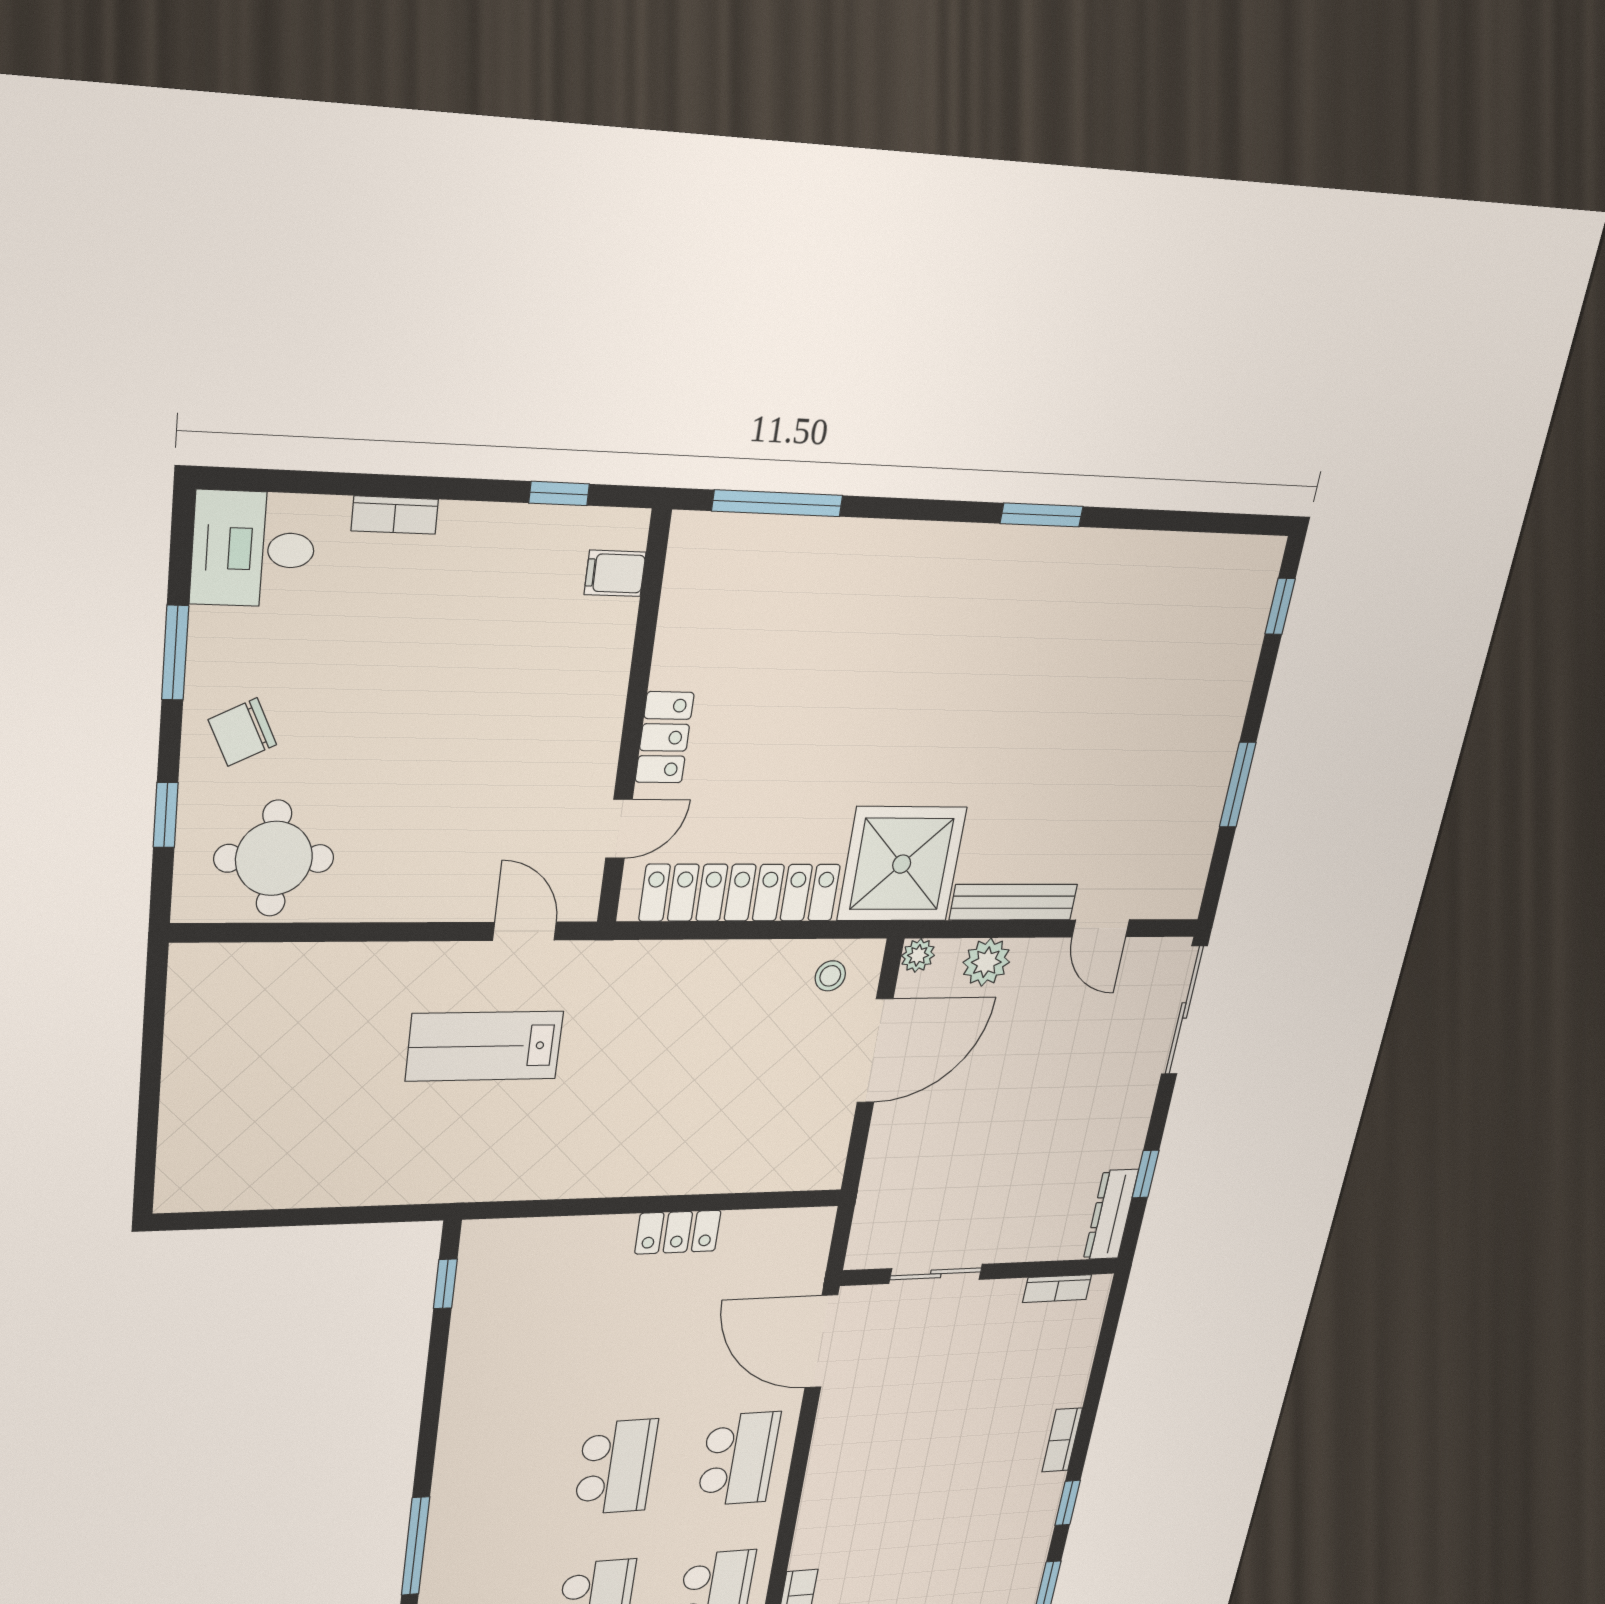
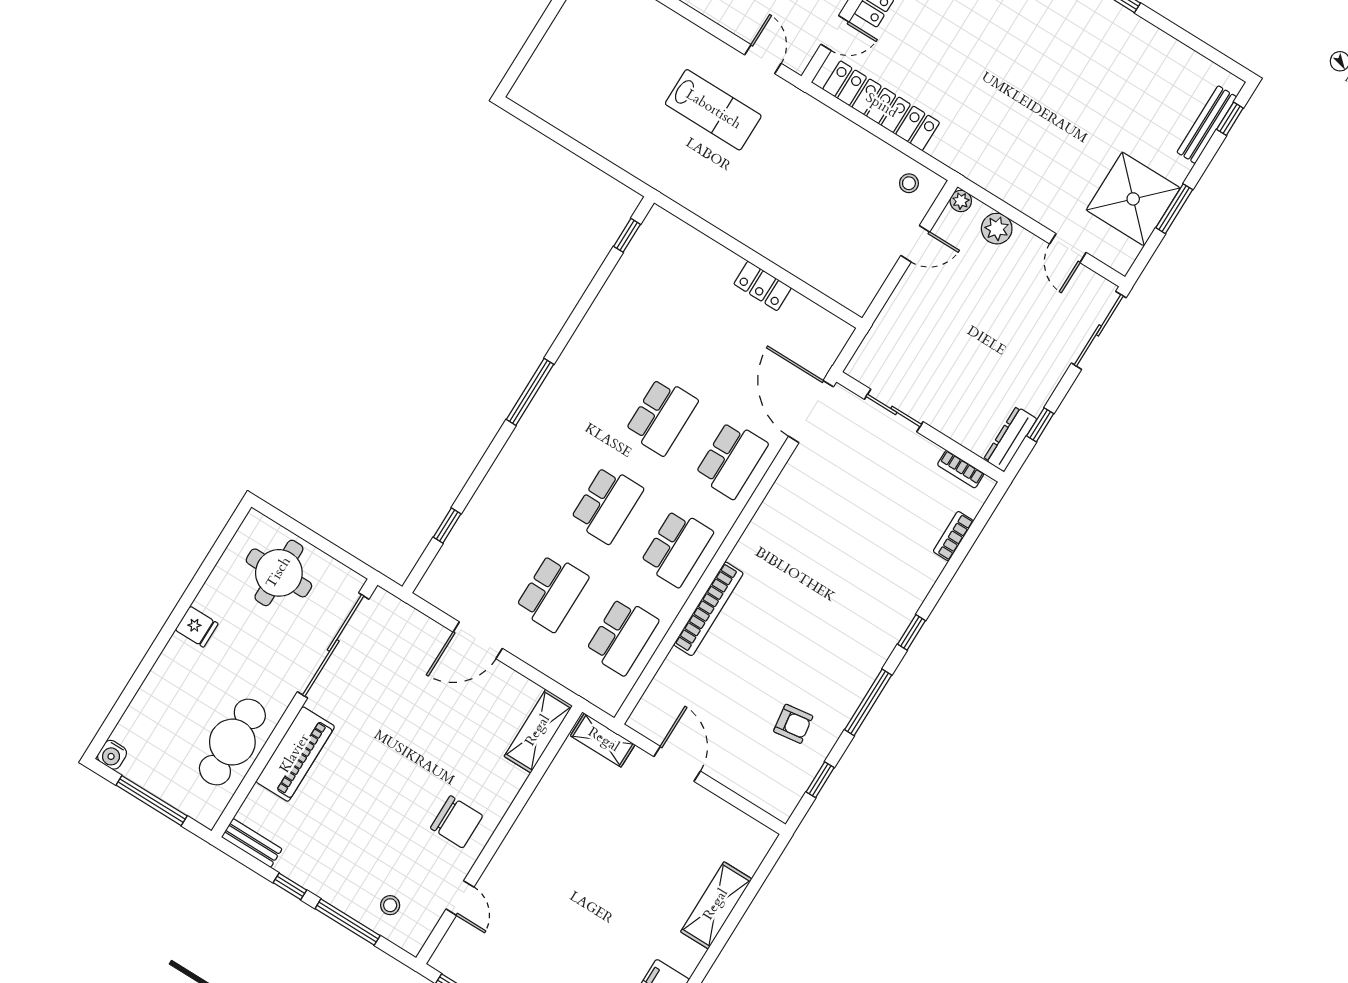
shower: (902, 864) -> (1133, 199), moved
bench: (1013, 902) -> (1207, 125), moved, turned 90
lab bench: (484, 1046) -> (713, 110), turned 180
door: (875, 1051) -> (915, 244), width x0.53
bookcase: (1062, 1440) -> (953, 536), moved

